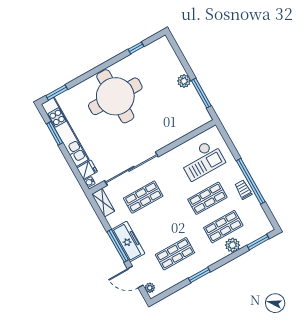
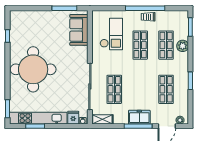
plant: (184, 81) -> (49, 16), removed
sofa: (186, 122) -> (79, 30), added
freezer: (128, 242) -> (139, 117), width x0.71

